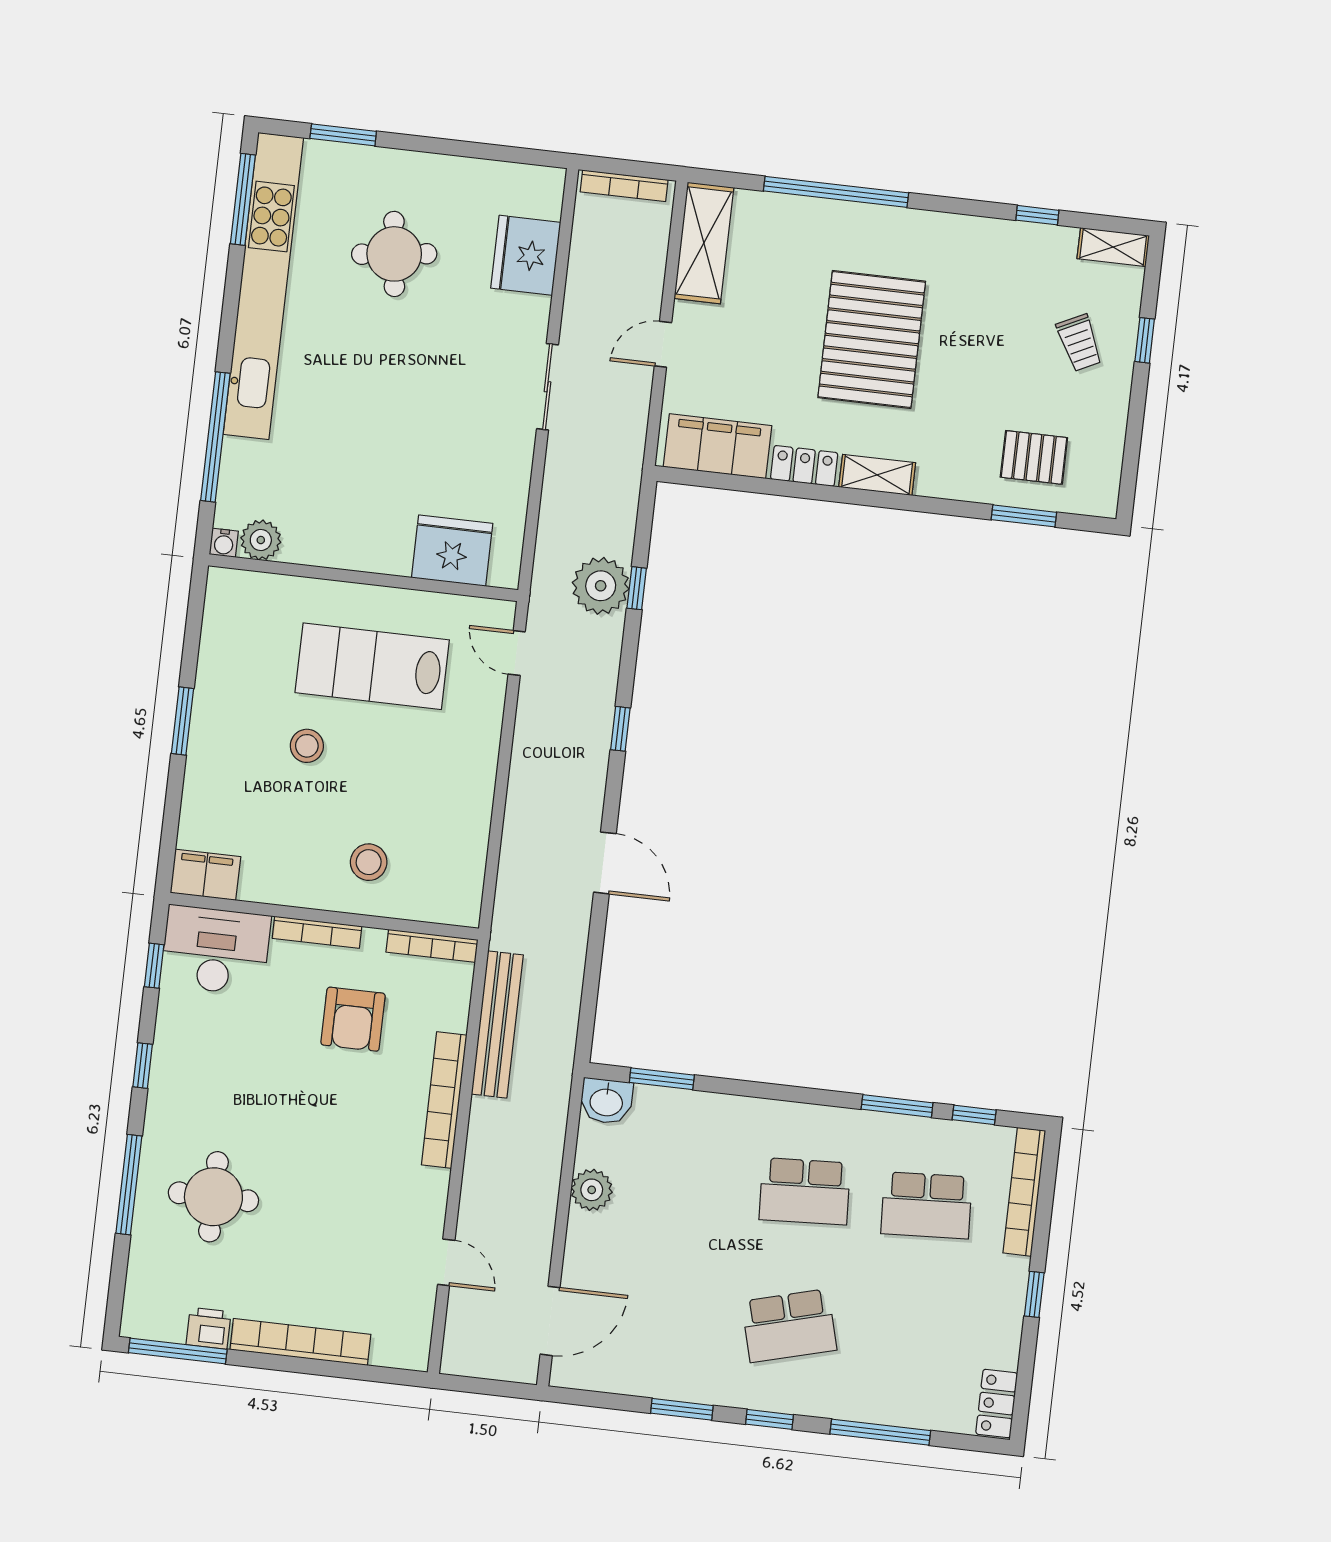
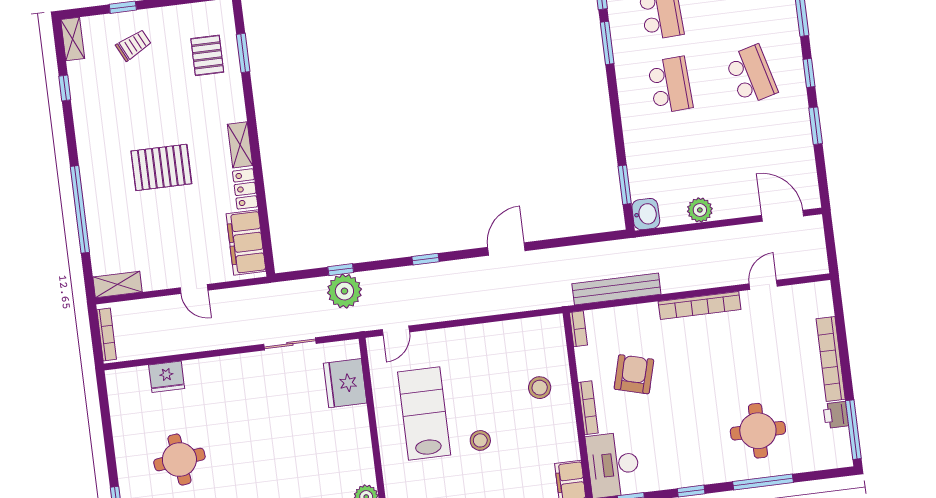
shelving: (704, 243) -> (117, 285), width x0.67, depth x0.75
fridge: (526, 255) -> (167, 377), width x0.73, depth x0.75
pallet: (872, 339) -> (161, 167), width x0.73, depth x0.71
sliding door: (547, 387) -> (290, 344), moved
lab bench: (372, 666) -> (424, 413), turned 180
bookcase: (432, 946) -> (578, 329), width x0.64
armchair: (353, 1019) -> (634, 374), turned -75
bookcase: (444, 1100) -> (700, 305), moved

